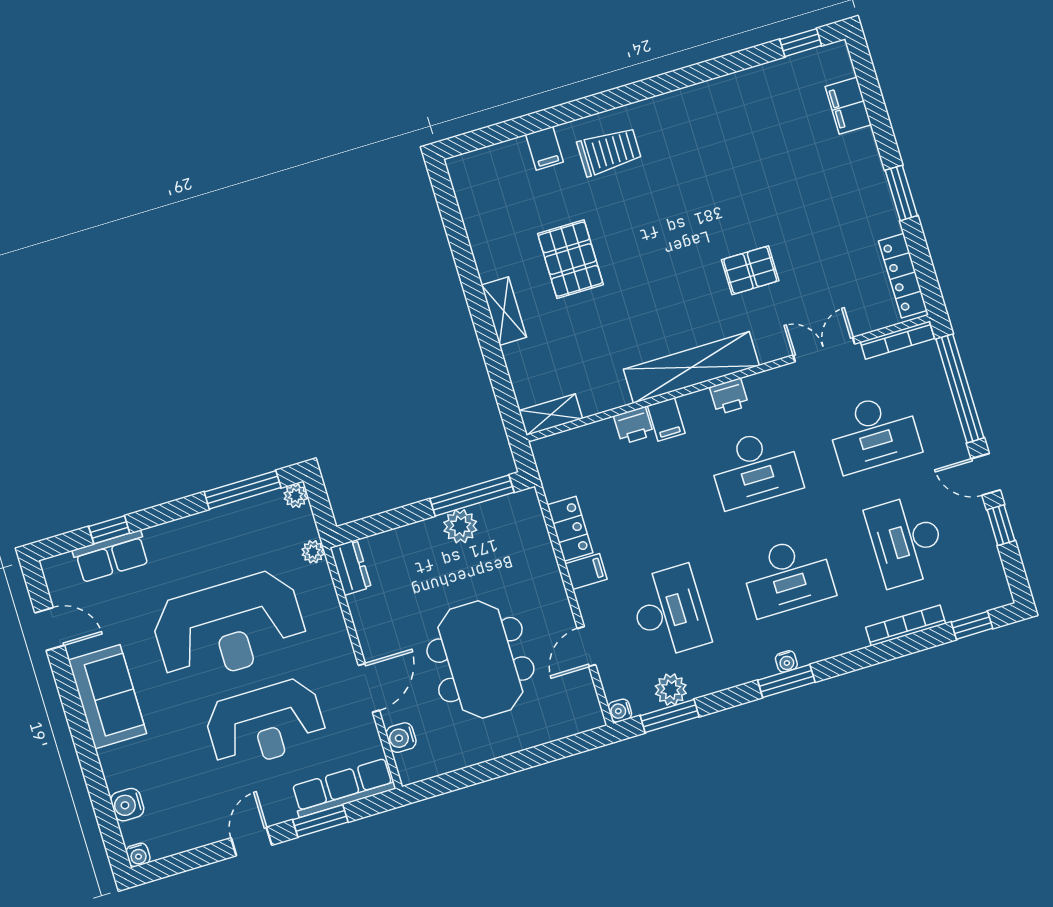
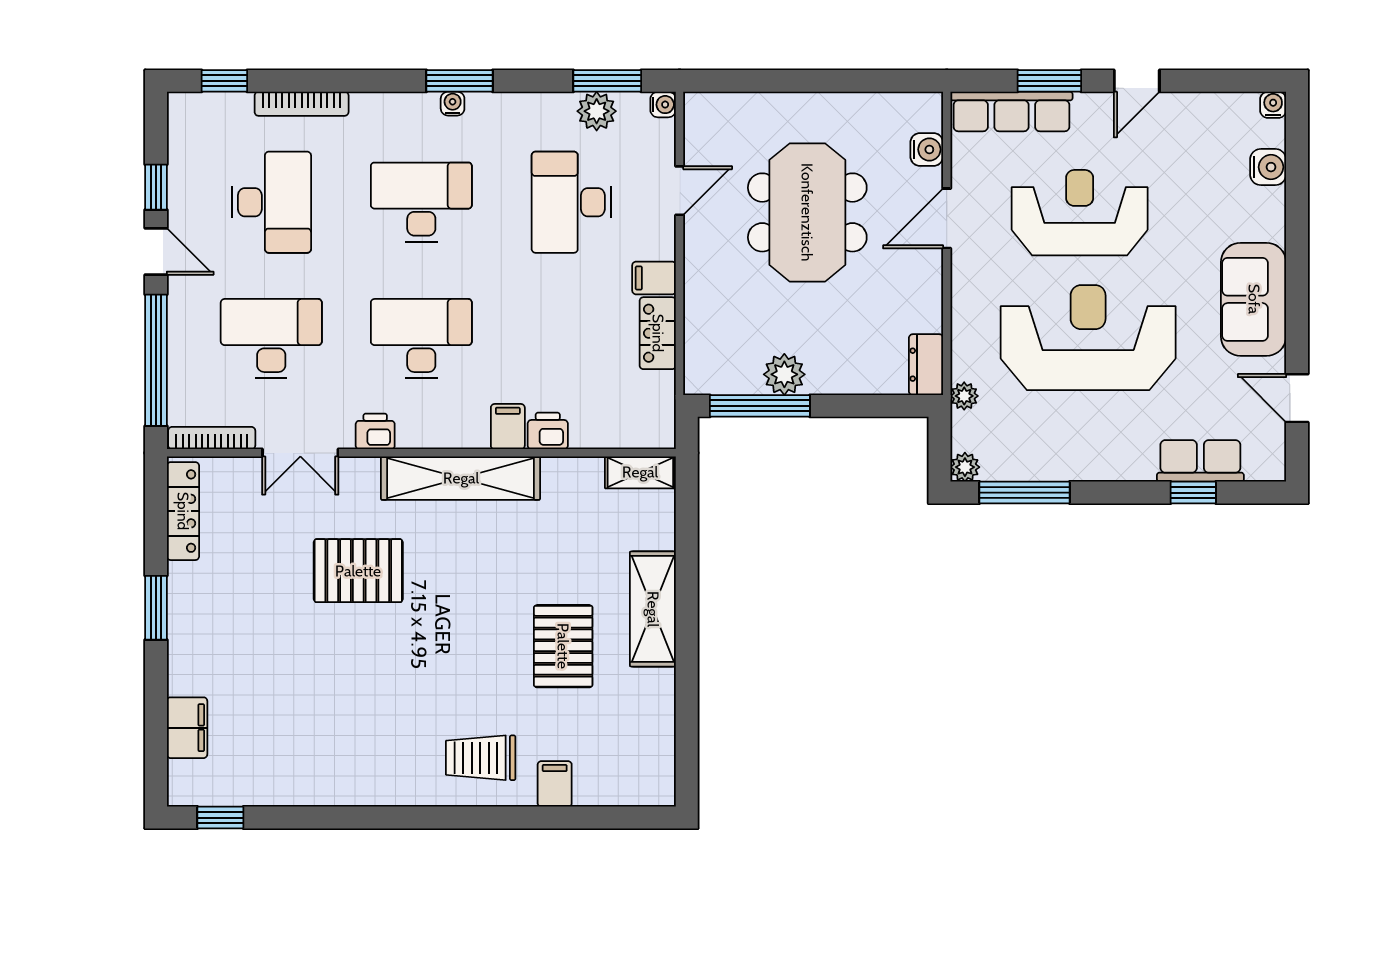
pallet: (750, 270) -> (358, 571), width x1.50, depth x1.42
shelving: (504, 311) -> (653, 609), width x1.50, depth x1.33
printer: (729, 396) -> (375, 431), moved

